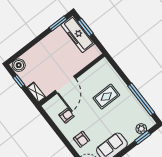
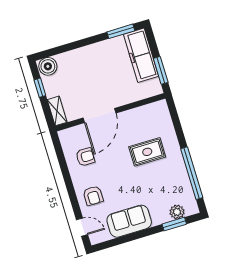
window: (85, 27) -> (161, 70), moved

